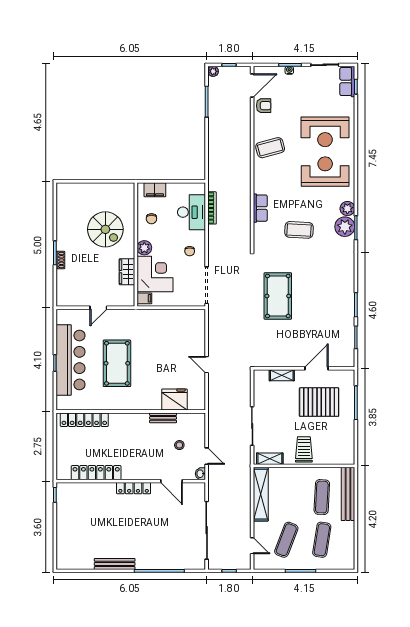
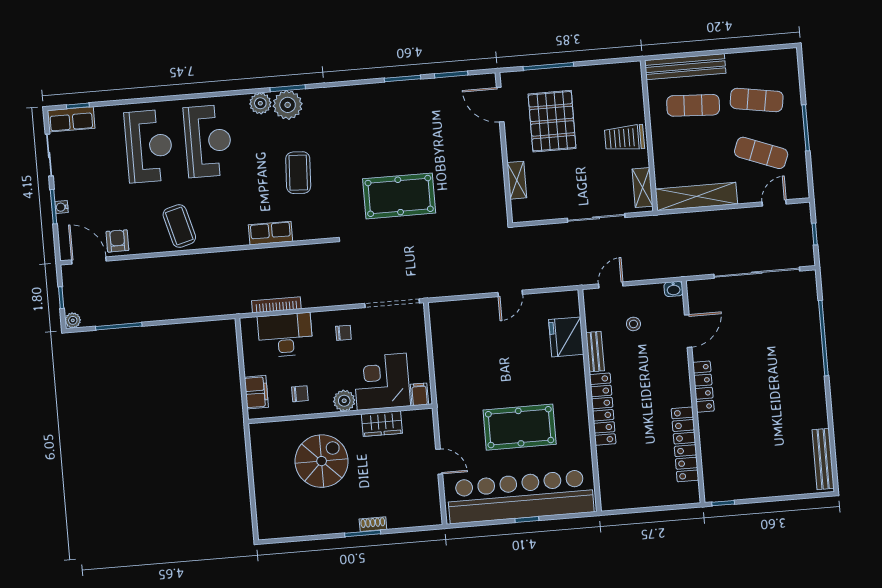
reception desk: (325, 172) -> (208, 141), turned 180
bar counter: (71, 360) -> (520, 497), width x1.36
door: (317, 368) -> (500, 105), moved
locker: (84, 420) -> (603, 409), moved
door: (207, 456) -> (611, 285), moved
bench: (115, 564) -> (823, 459), moved

